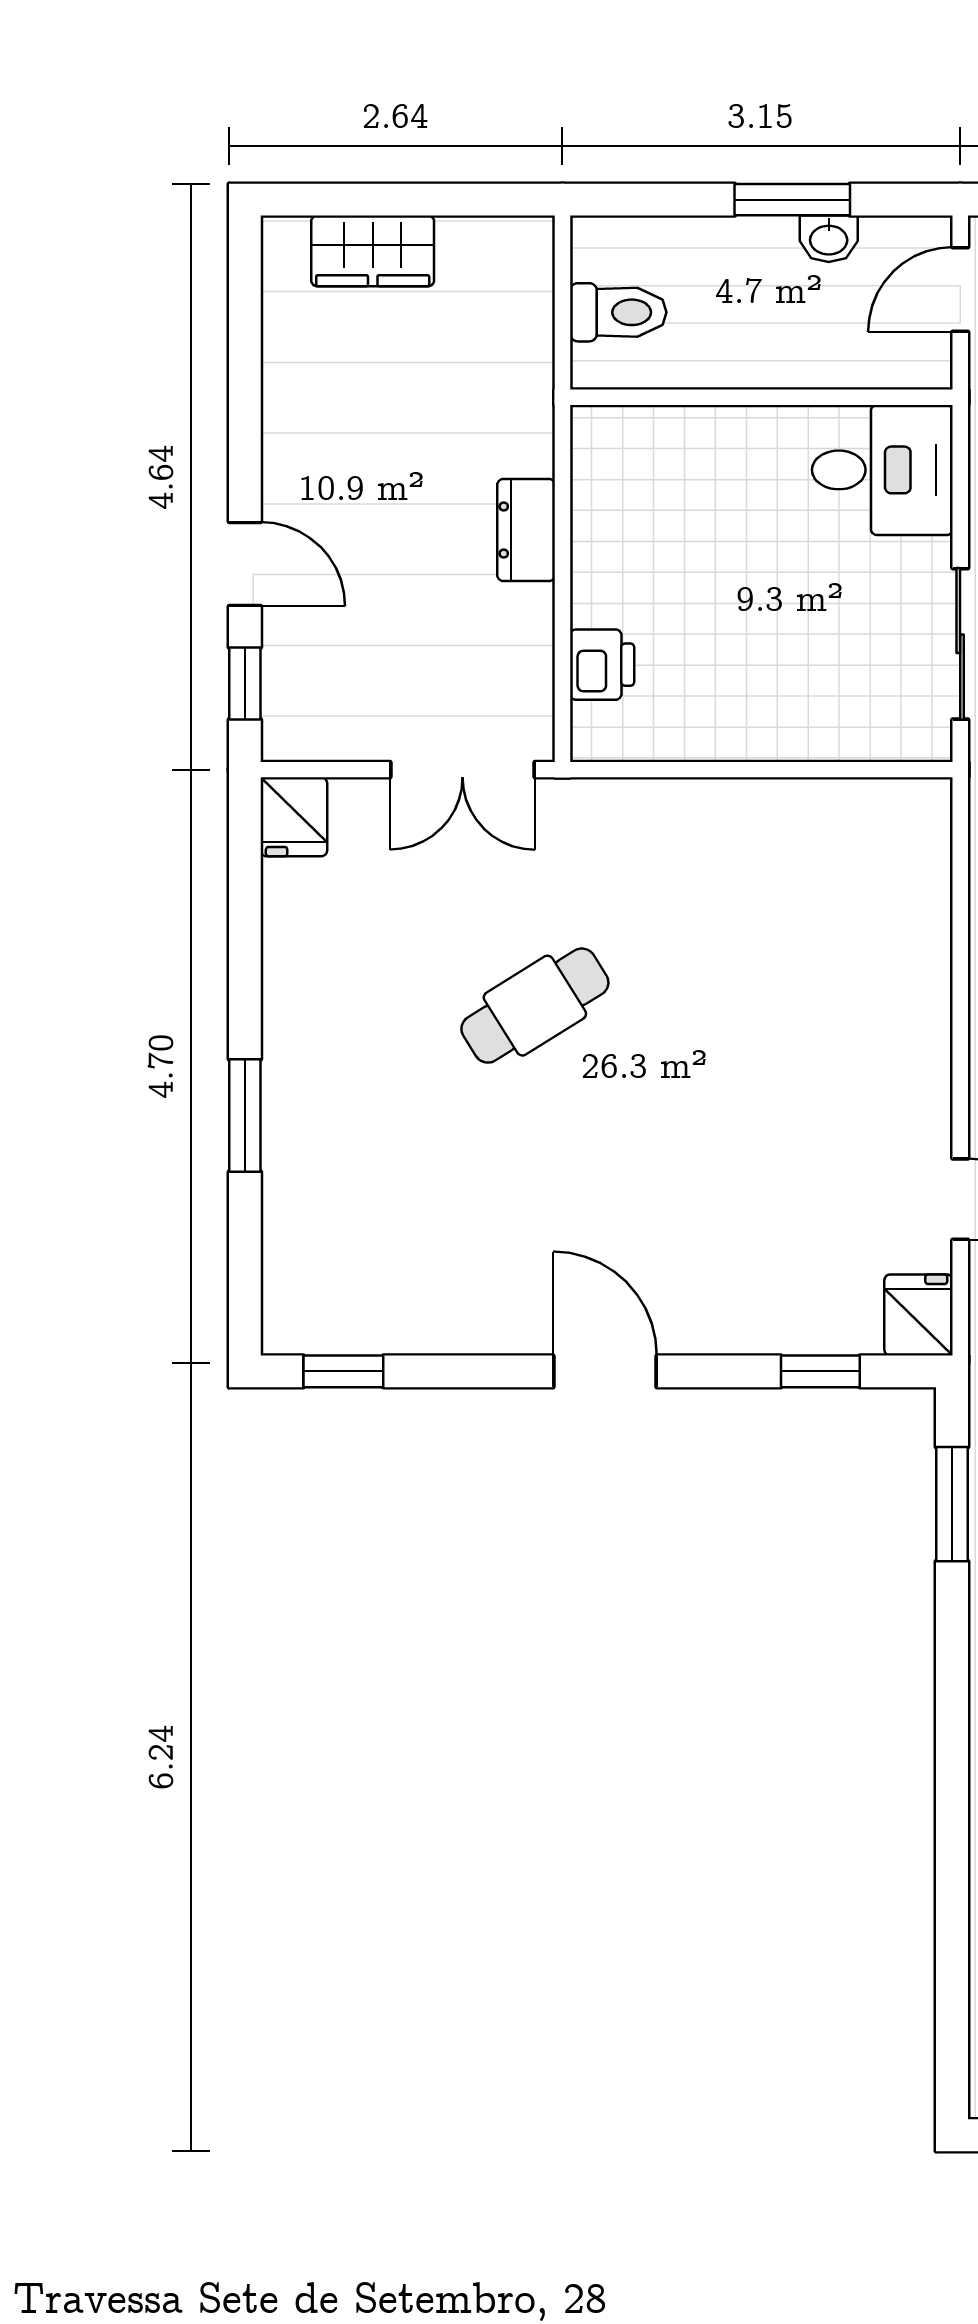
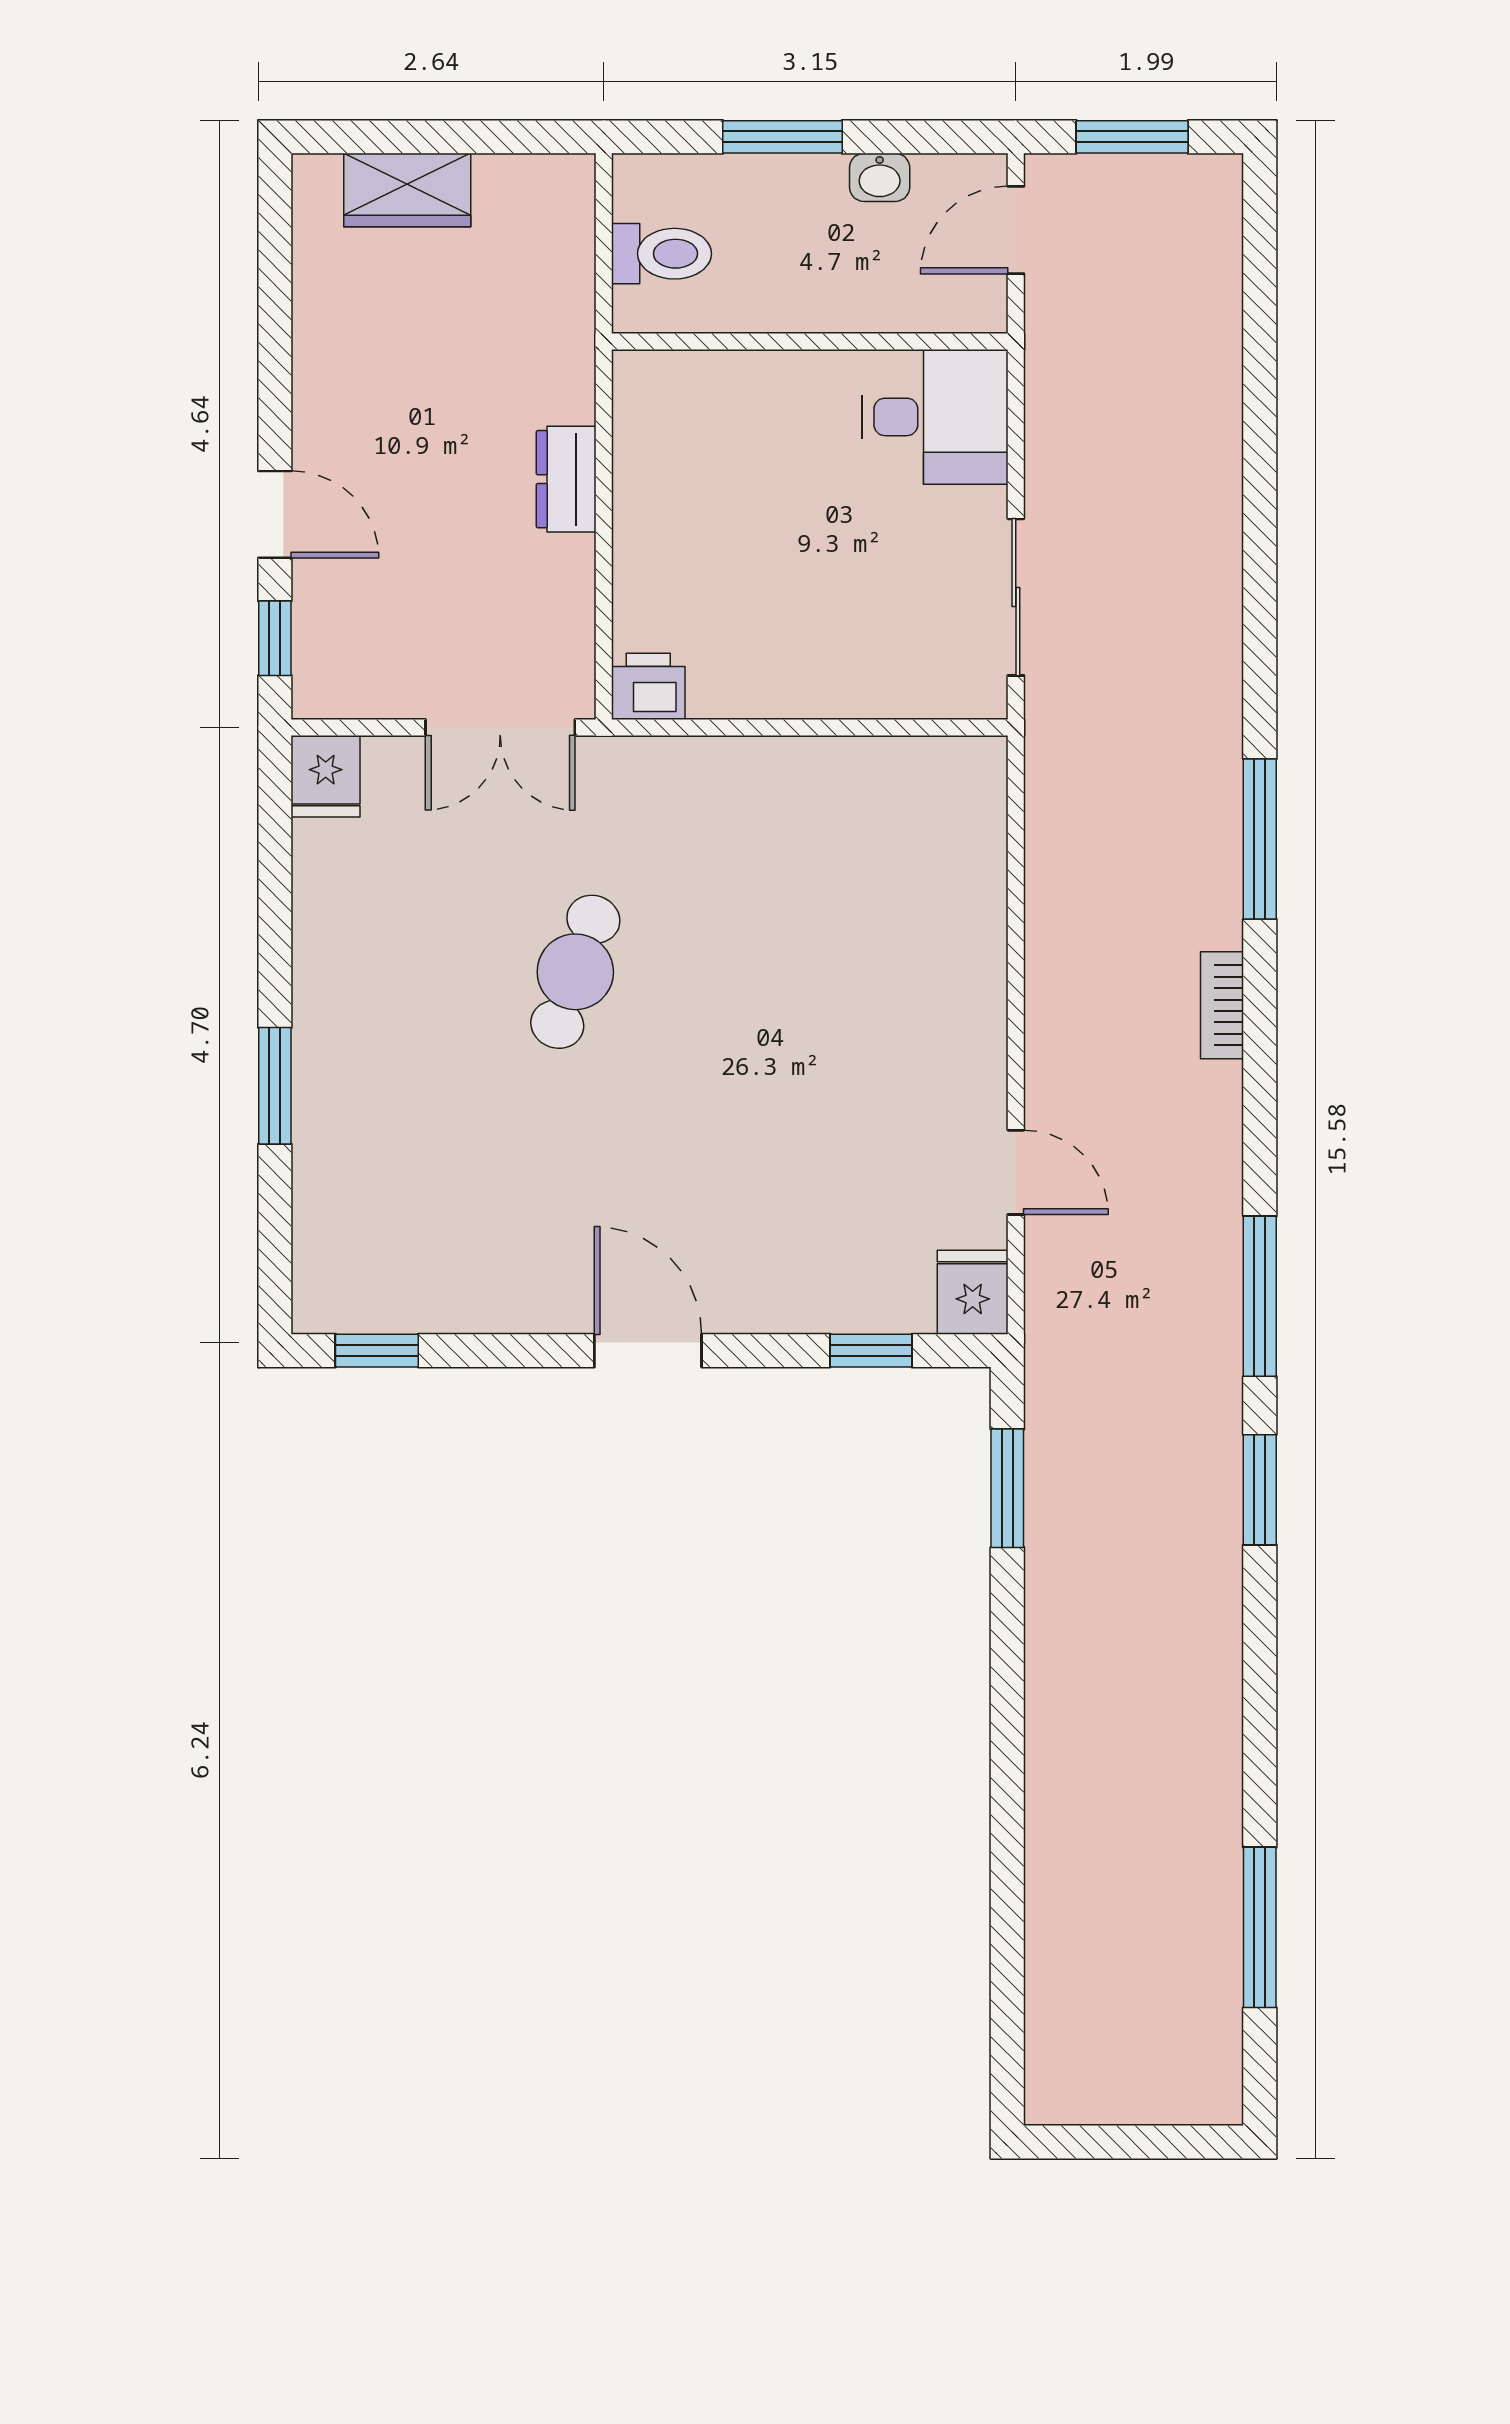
window: (792, 200) -> (782, 137), moved
printer: (602, 665) -> (648, 686), moved, turned -90
cafe table: (535, 1006) -> (575, 972), turned -39

